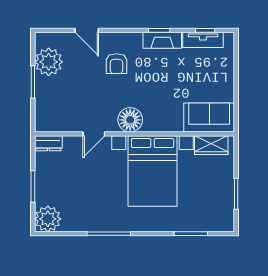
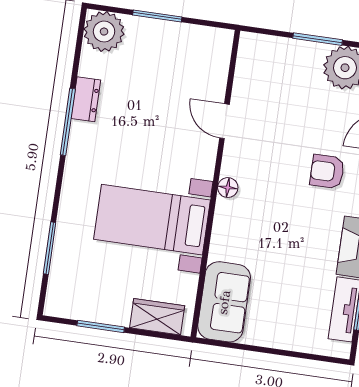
floor lamp: (130, 120) -> (228, 188), width x0.53, depth x0.53
dresser: (48, 143) -> (86, 99), moved, turned 180
wardrobe: (211, 145) -> (157, 317), moved, turned 90
bed with nightstands: (153, 171) -> (152, 220), width x0.73

